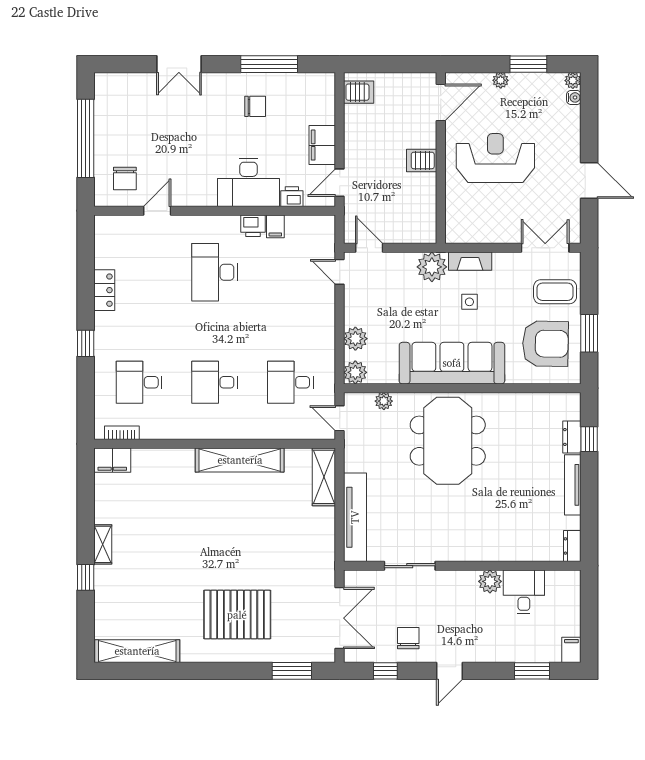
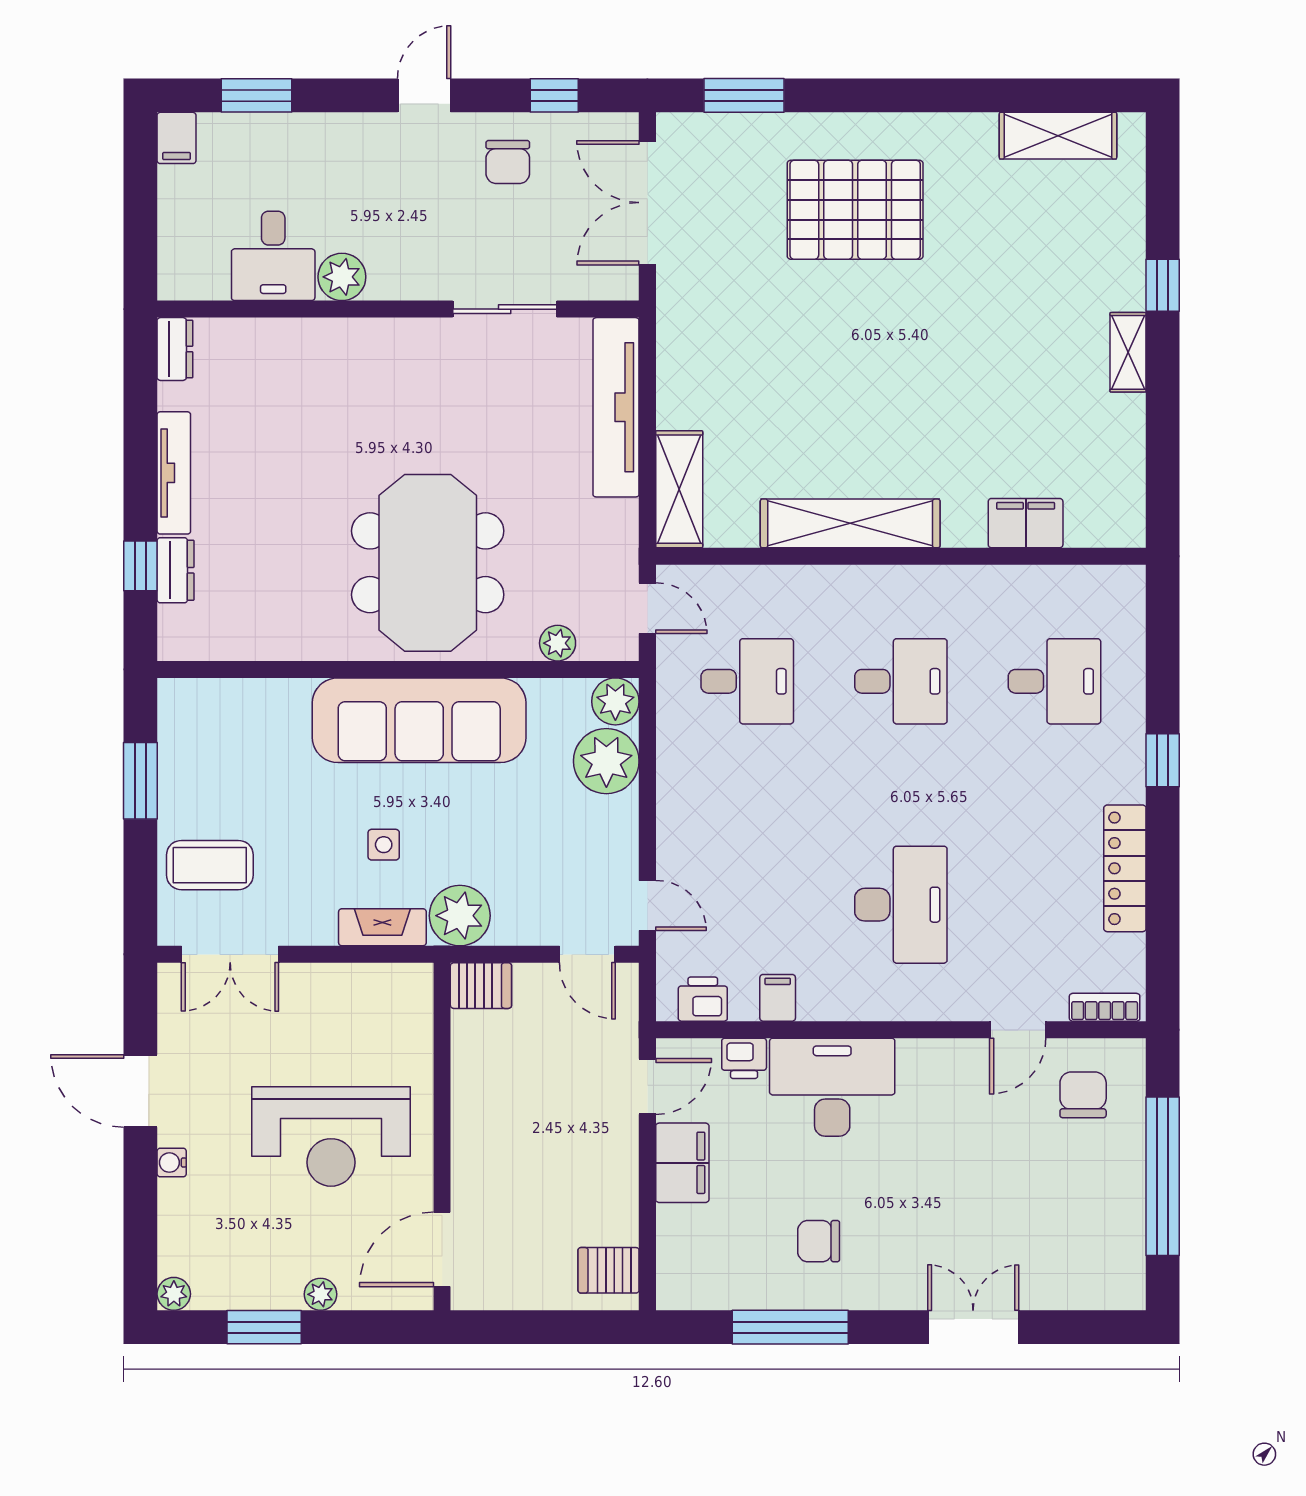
water cooler: (574, 97) -> (172, 1163), moved
server rack: (422, 160) -> (481, 986), moved
printer: (253, 226) -> (703, 999), moved
locker: (104, 290) -> (1125, 868), width x1.53
plant: (355, 339) -> (606, 761), width x1.36, depth x1.36
armchair: (545, 344) -> (229, 760), removed
bookcase: (122, 433) -> (1105, 1007), moved, turned 180
filing cabinet: (112, 460) -> (1026, 523), moved
shelving: (137, 651) -> (1058, 136), width x0.68

